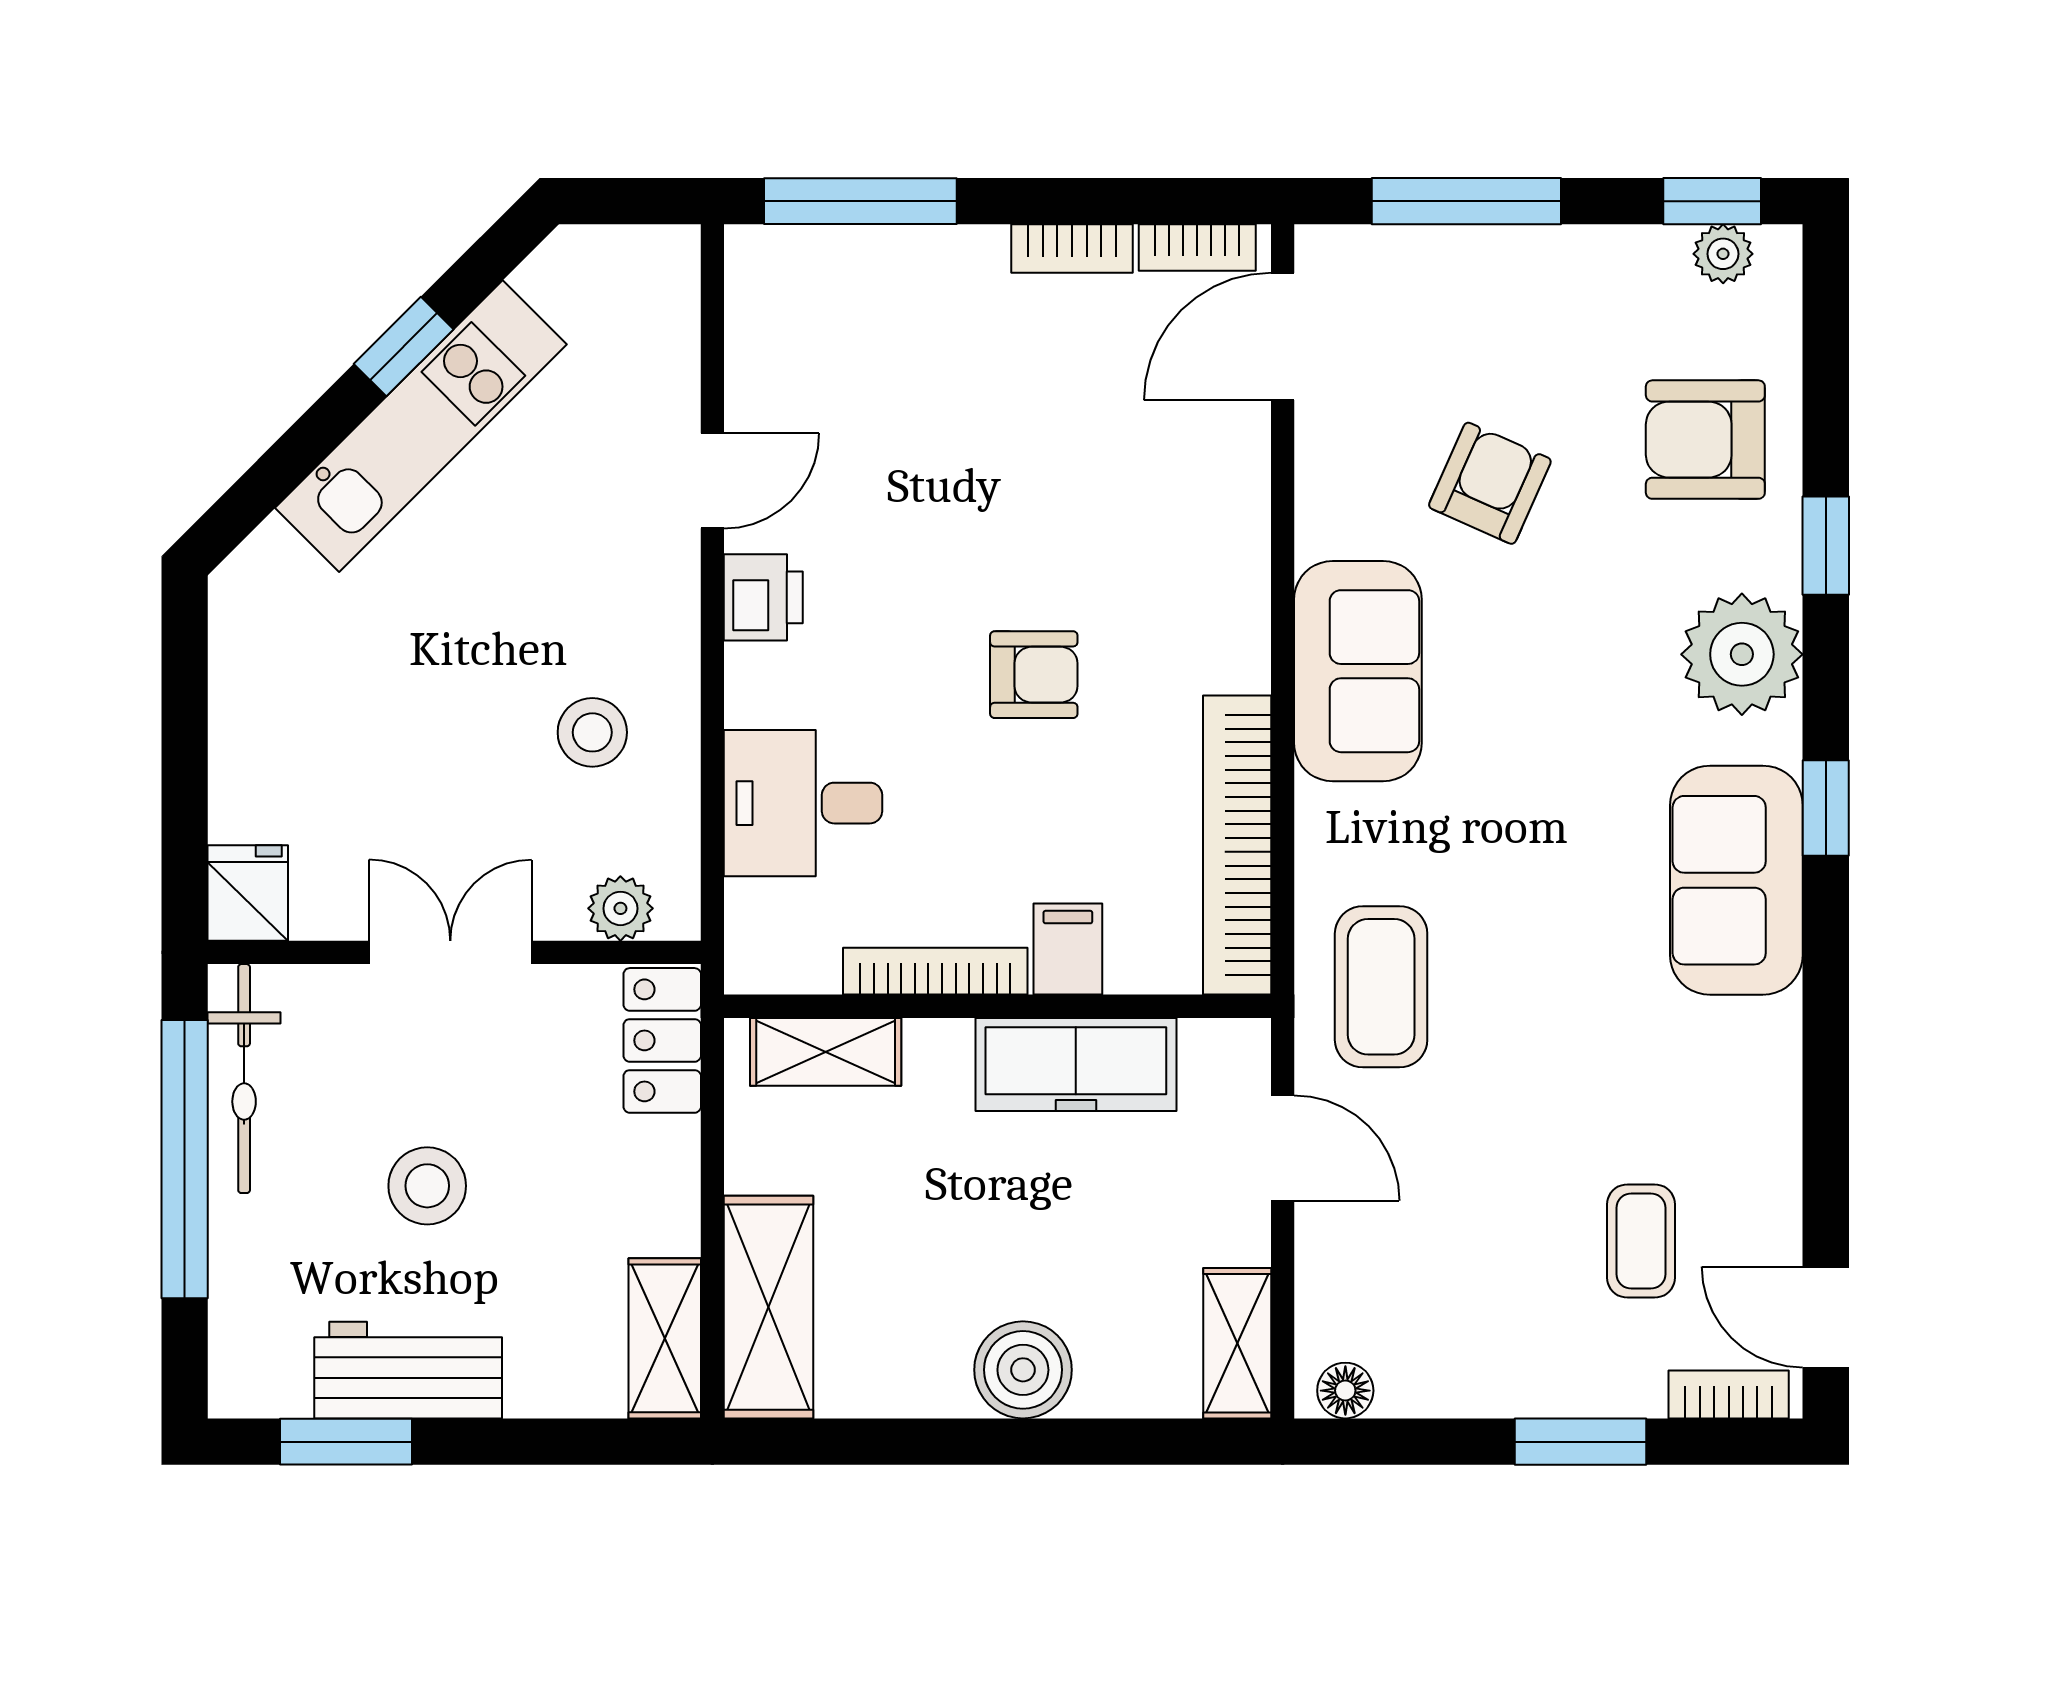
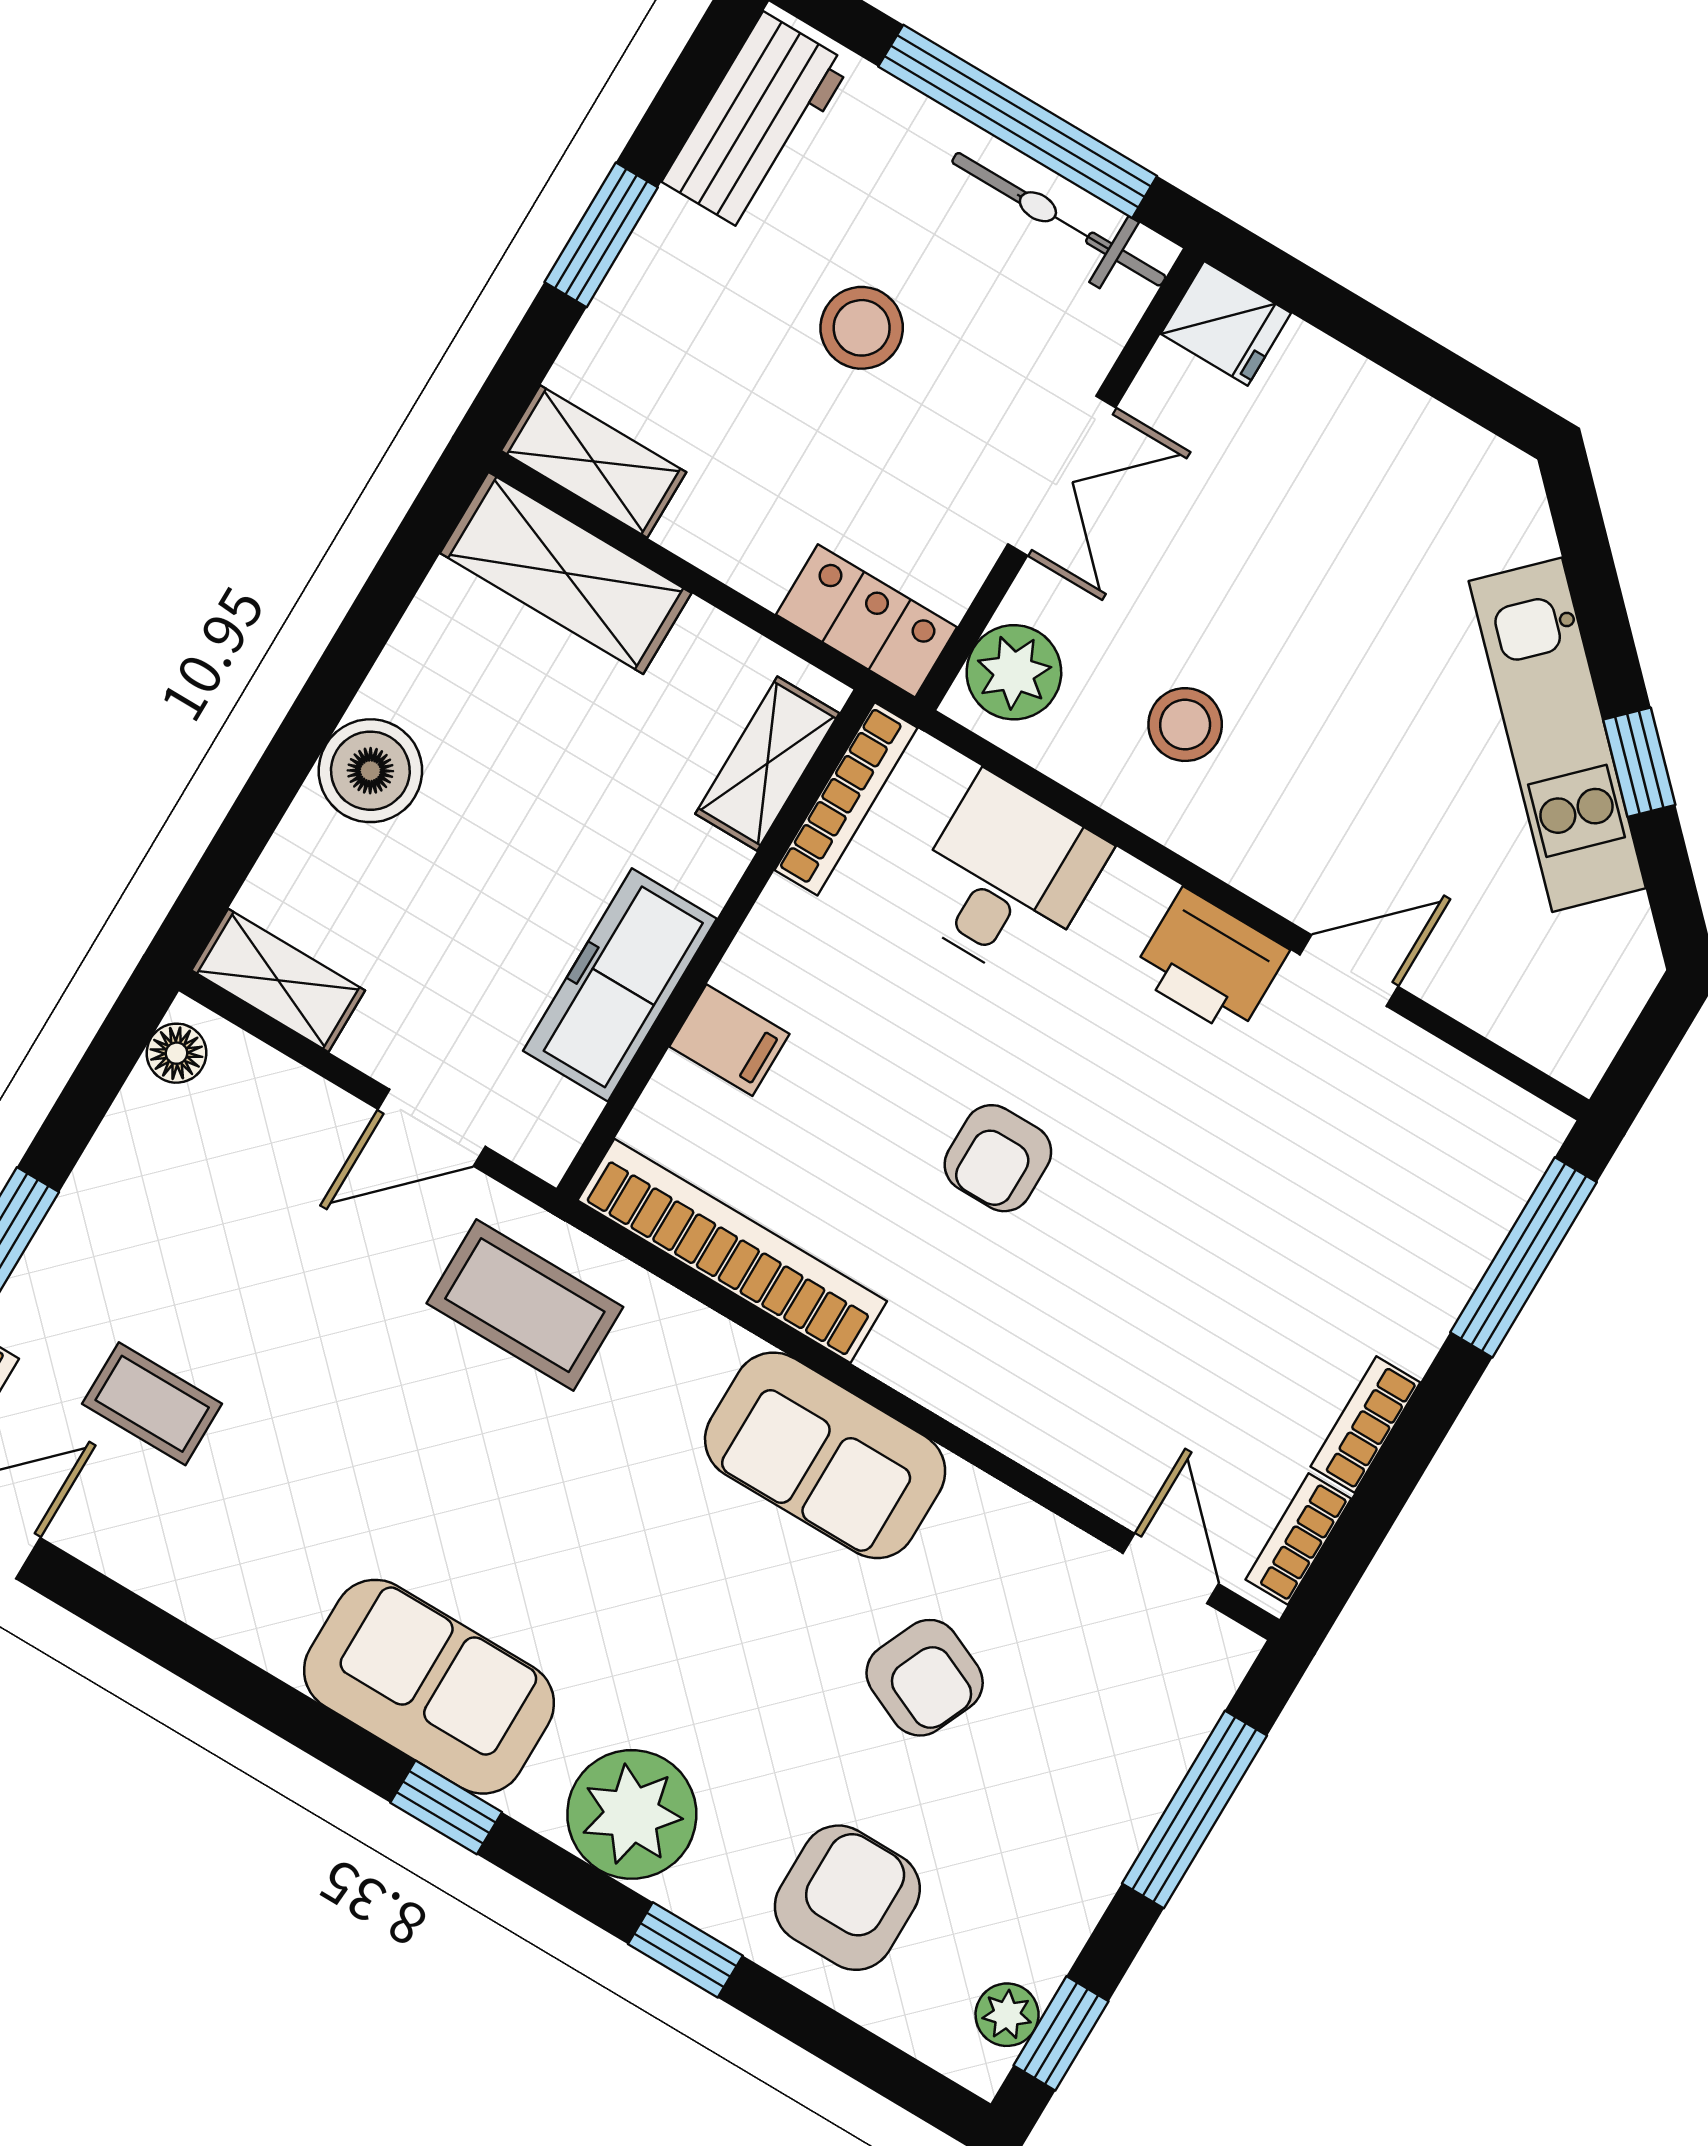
door: (1283, 337) -> (1171, 1568), width x0.73
door: (712, 481) -> (1349, 971), swing flipped
printer: (763, 597) -> (1210, 962), width x1.36, depth x1.24
plant: (620, 908) -> (1014, 672), width x1.38, depth x1.38
bookcase: (935, 971) -> (846, 799), moved
workbench: (408, 1370) -> (756, 123), moved
window: (346, 1442) -> (601, 235), moved

